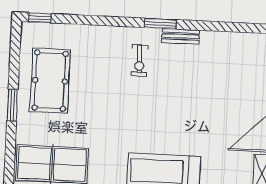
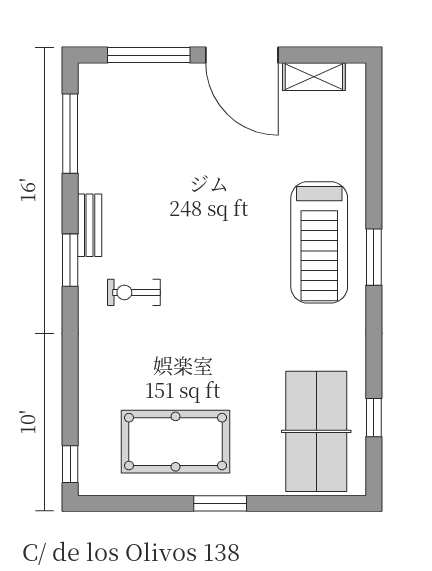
window: (235, 27) -> (70, 134), added
exercise bike: (139, 60) -> (134, 292), turned 180

